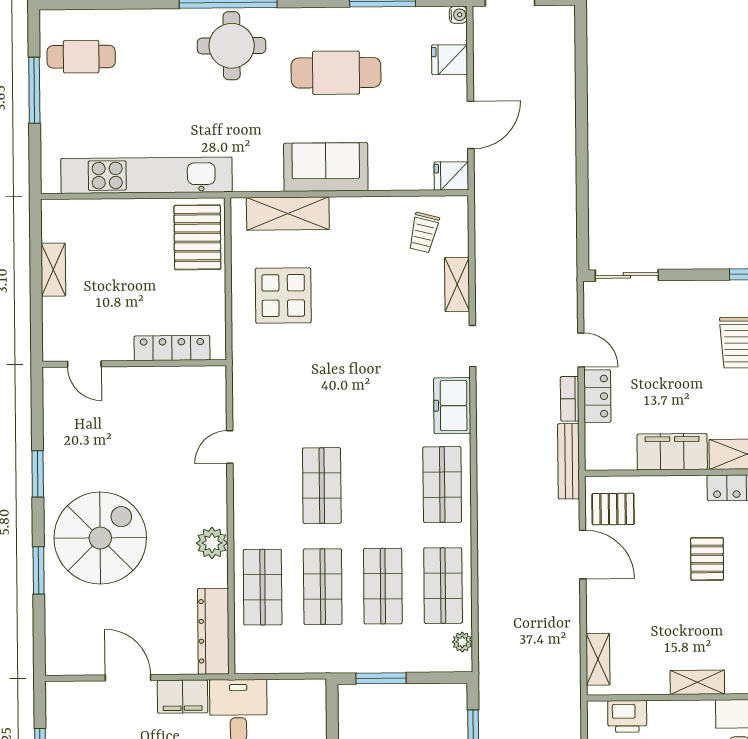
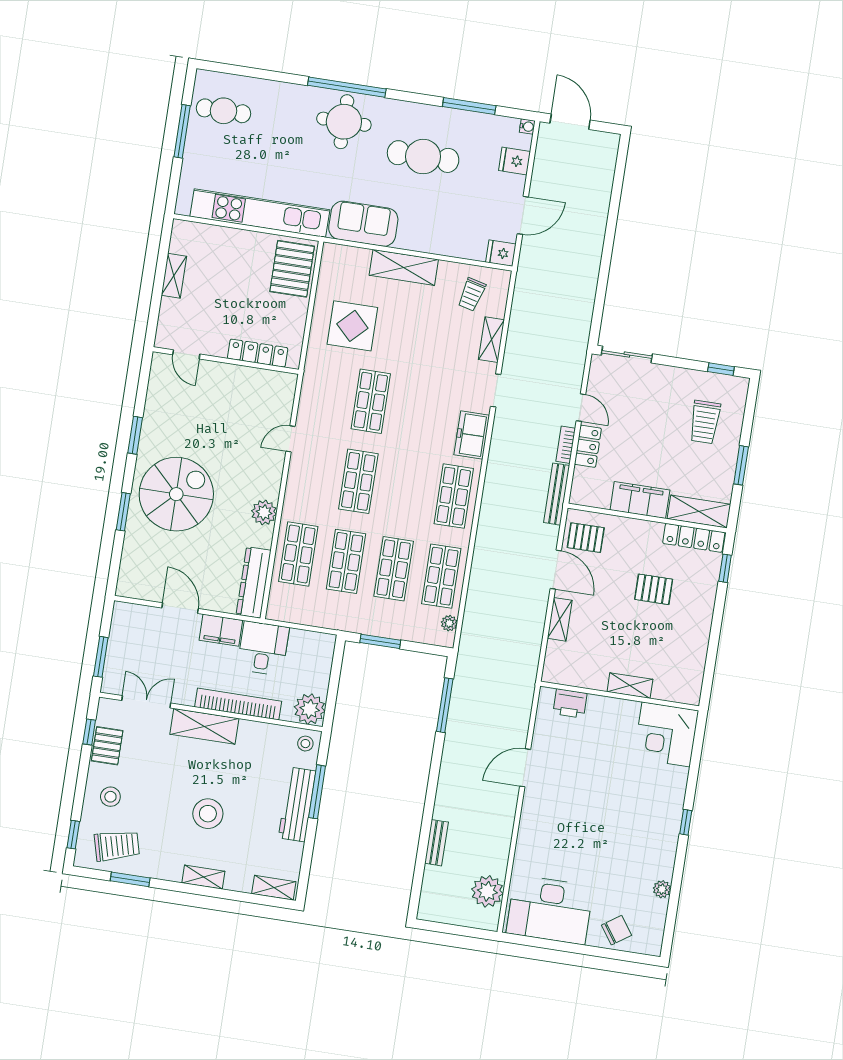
sofa: (326, 167) -> (363, 224), moved
shelving: (288, 214) -> (404, 267), moved
shop shelf: (321, 385) -> (371, 401), added
pallet: (707, 559) -> (654, 589), turned 90
shelving: (598, 659) -> (560, 619), moved

